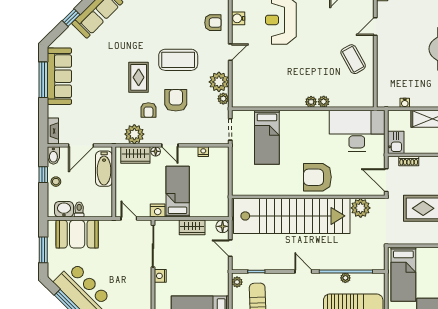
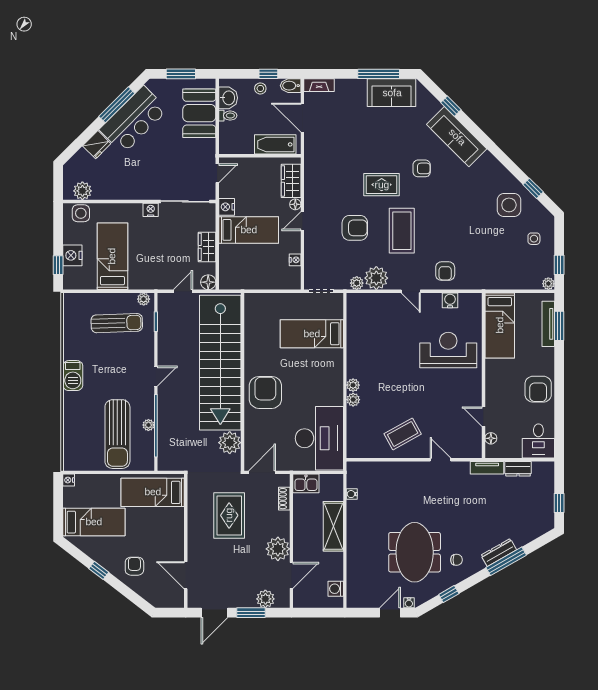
sofa: (59, 76) -> (392, 93), width x0.73
armchair: (148, 110) -> (422, 168), moved, turned 180
plant: (134, 134) -> (315, 180), removed

